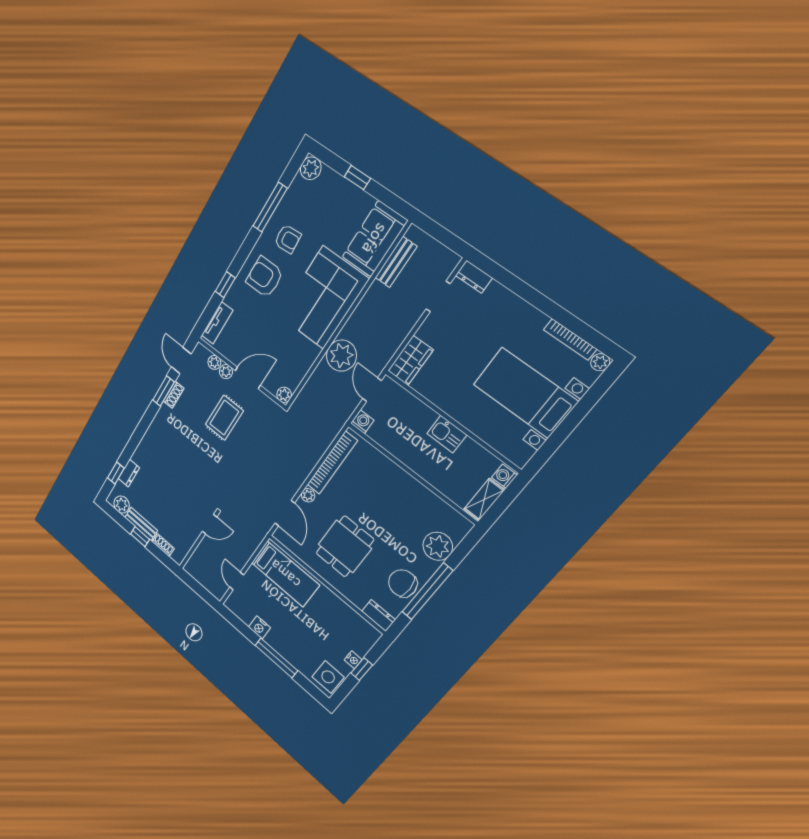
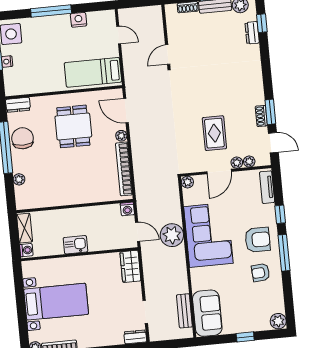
window: (270, 207) -> (284, 253), moved
corner sofa: (323, 298) -> (208, 235), moved
plant: (438, 546) -> (19, 179), width x0.53, depth x0.53
chair: (403, 583) -> (23, 138), turned -88

